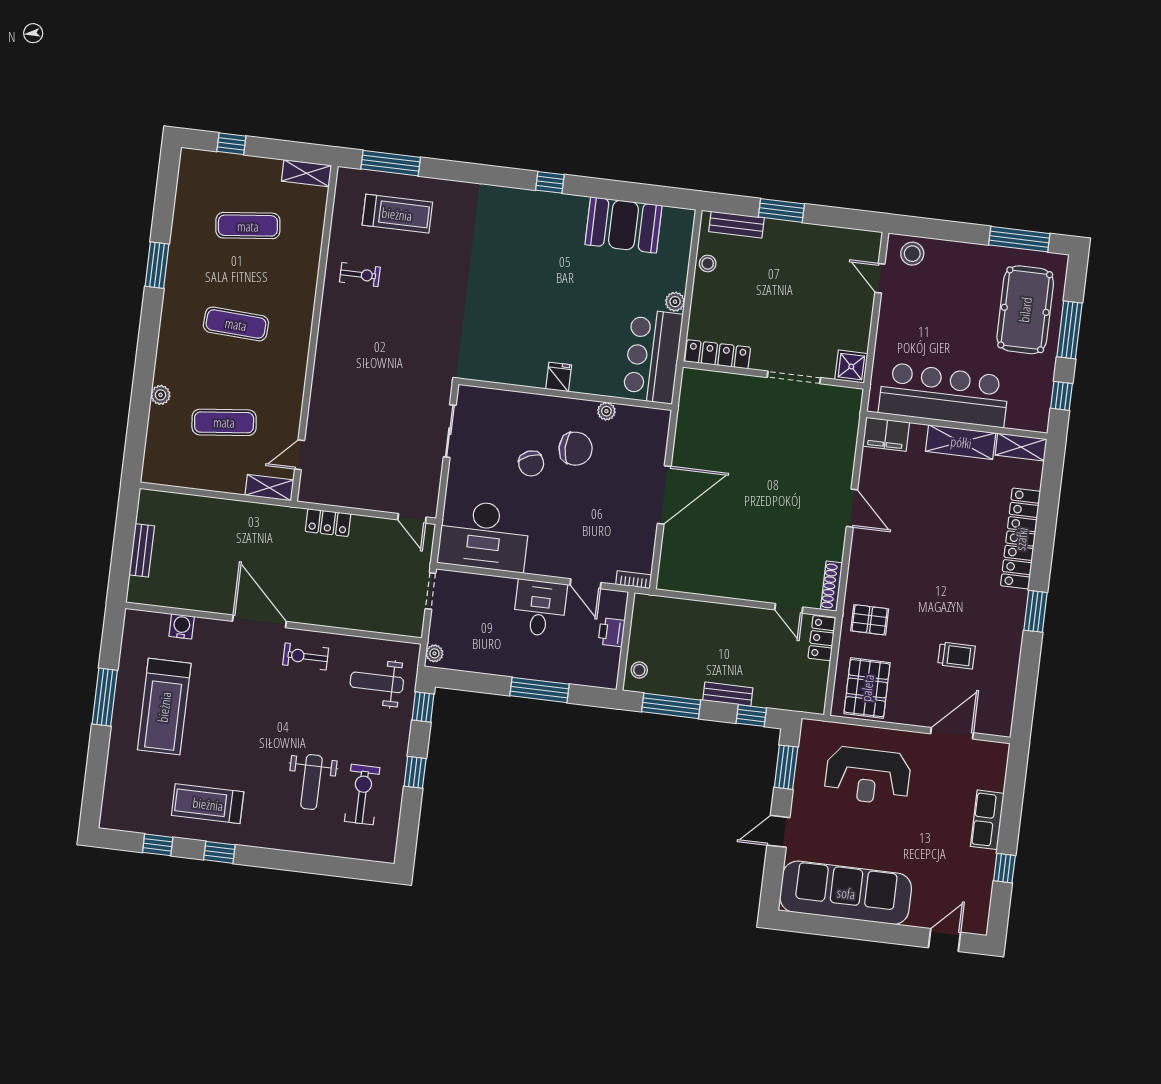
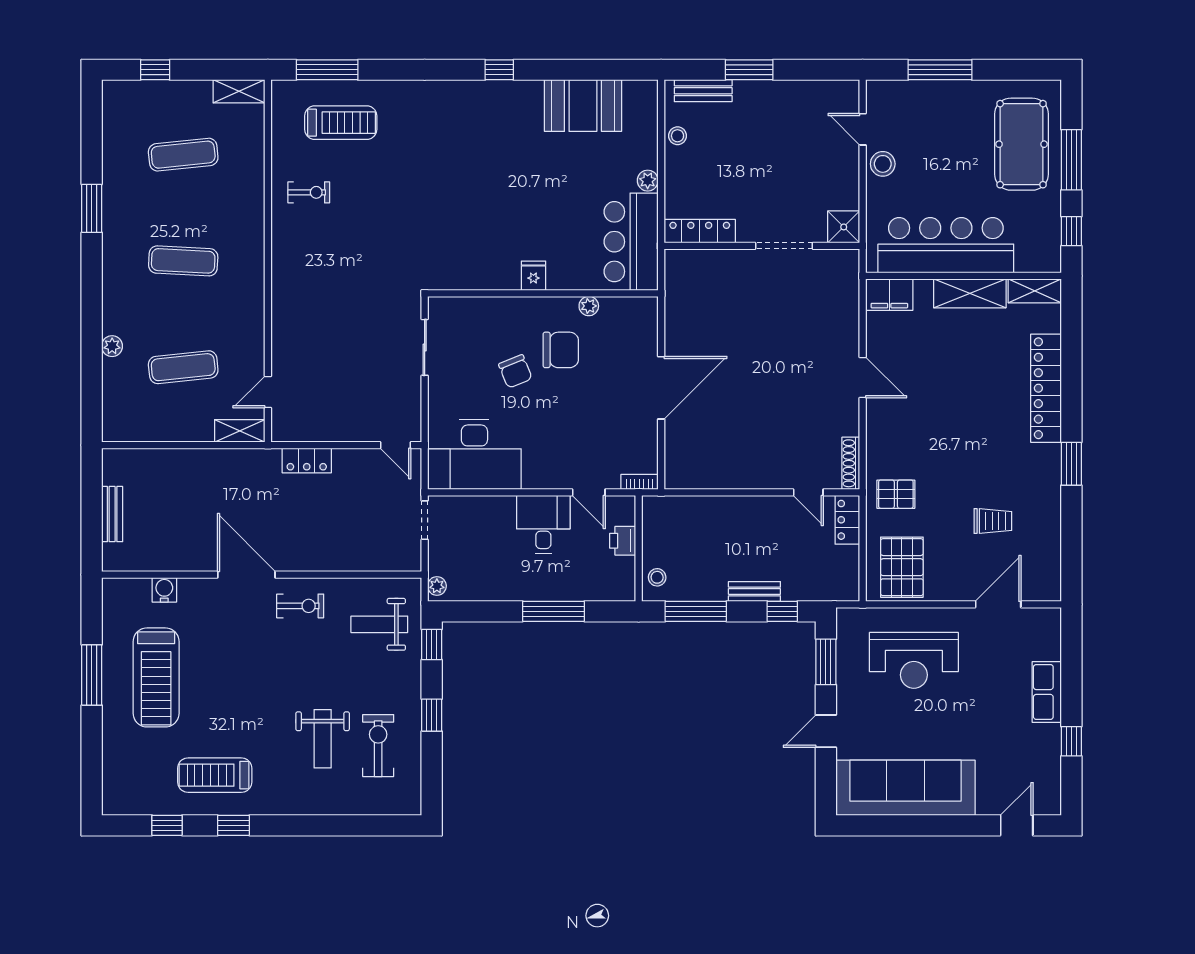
window: (1019, 239) -> (940, 70), moved
stool: (912, 254) -> (883, 164), moved
exercise bike: (306, 656) -> (300, 606), turned 180

